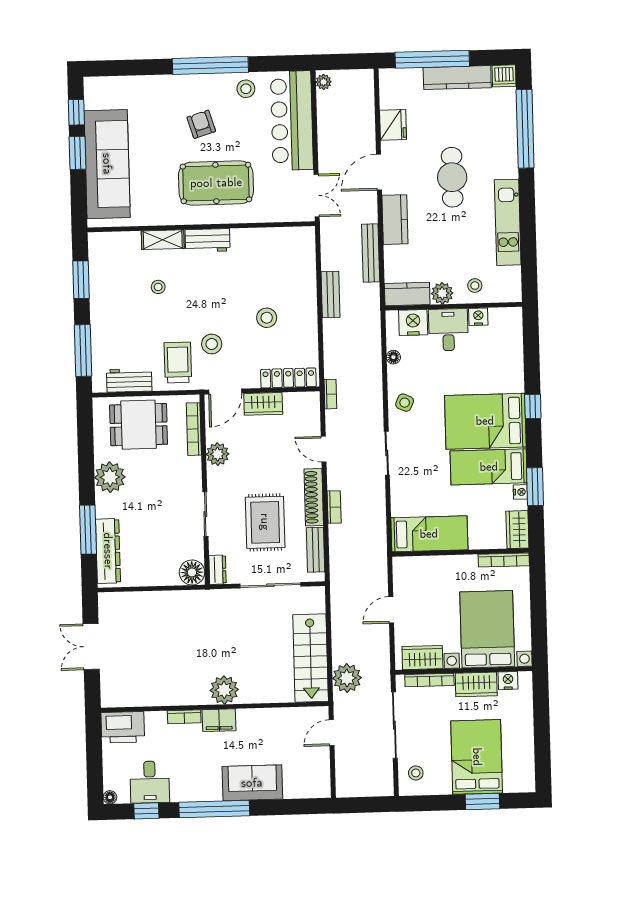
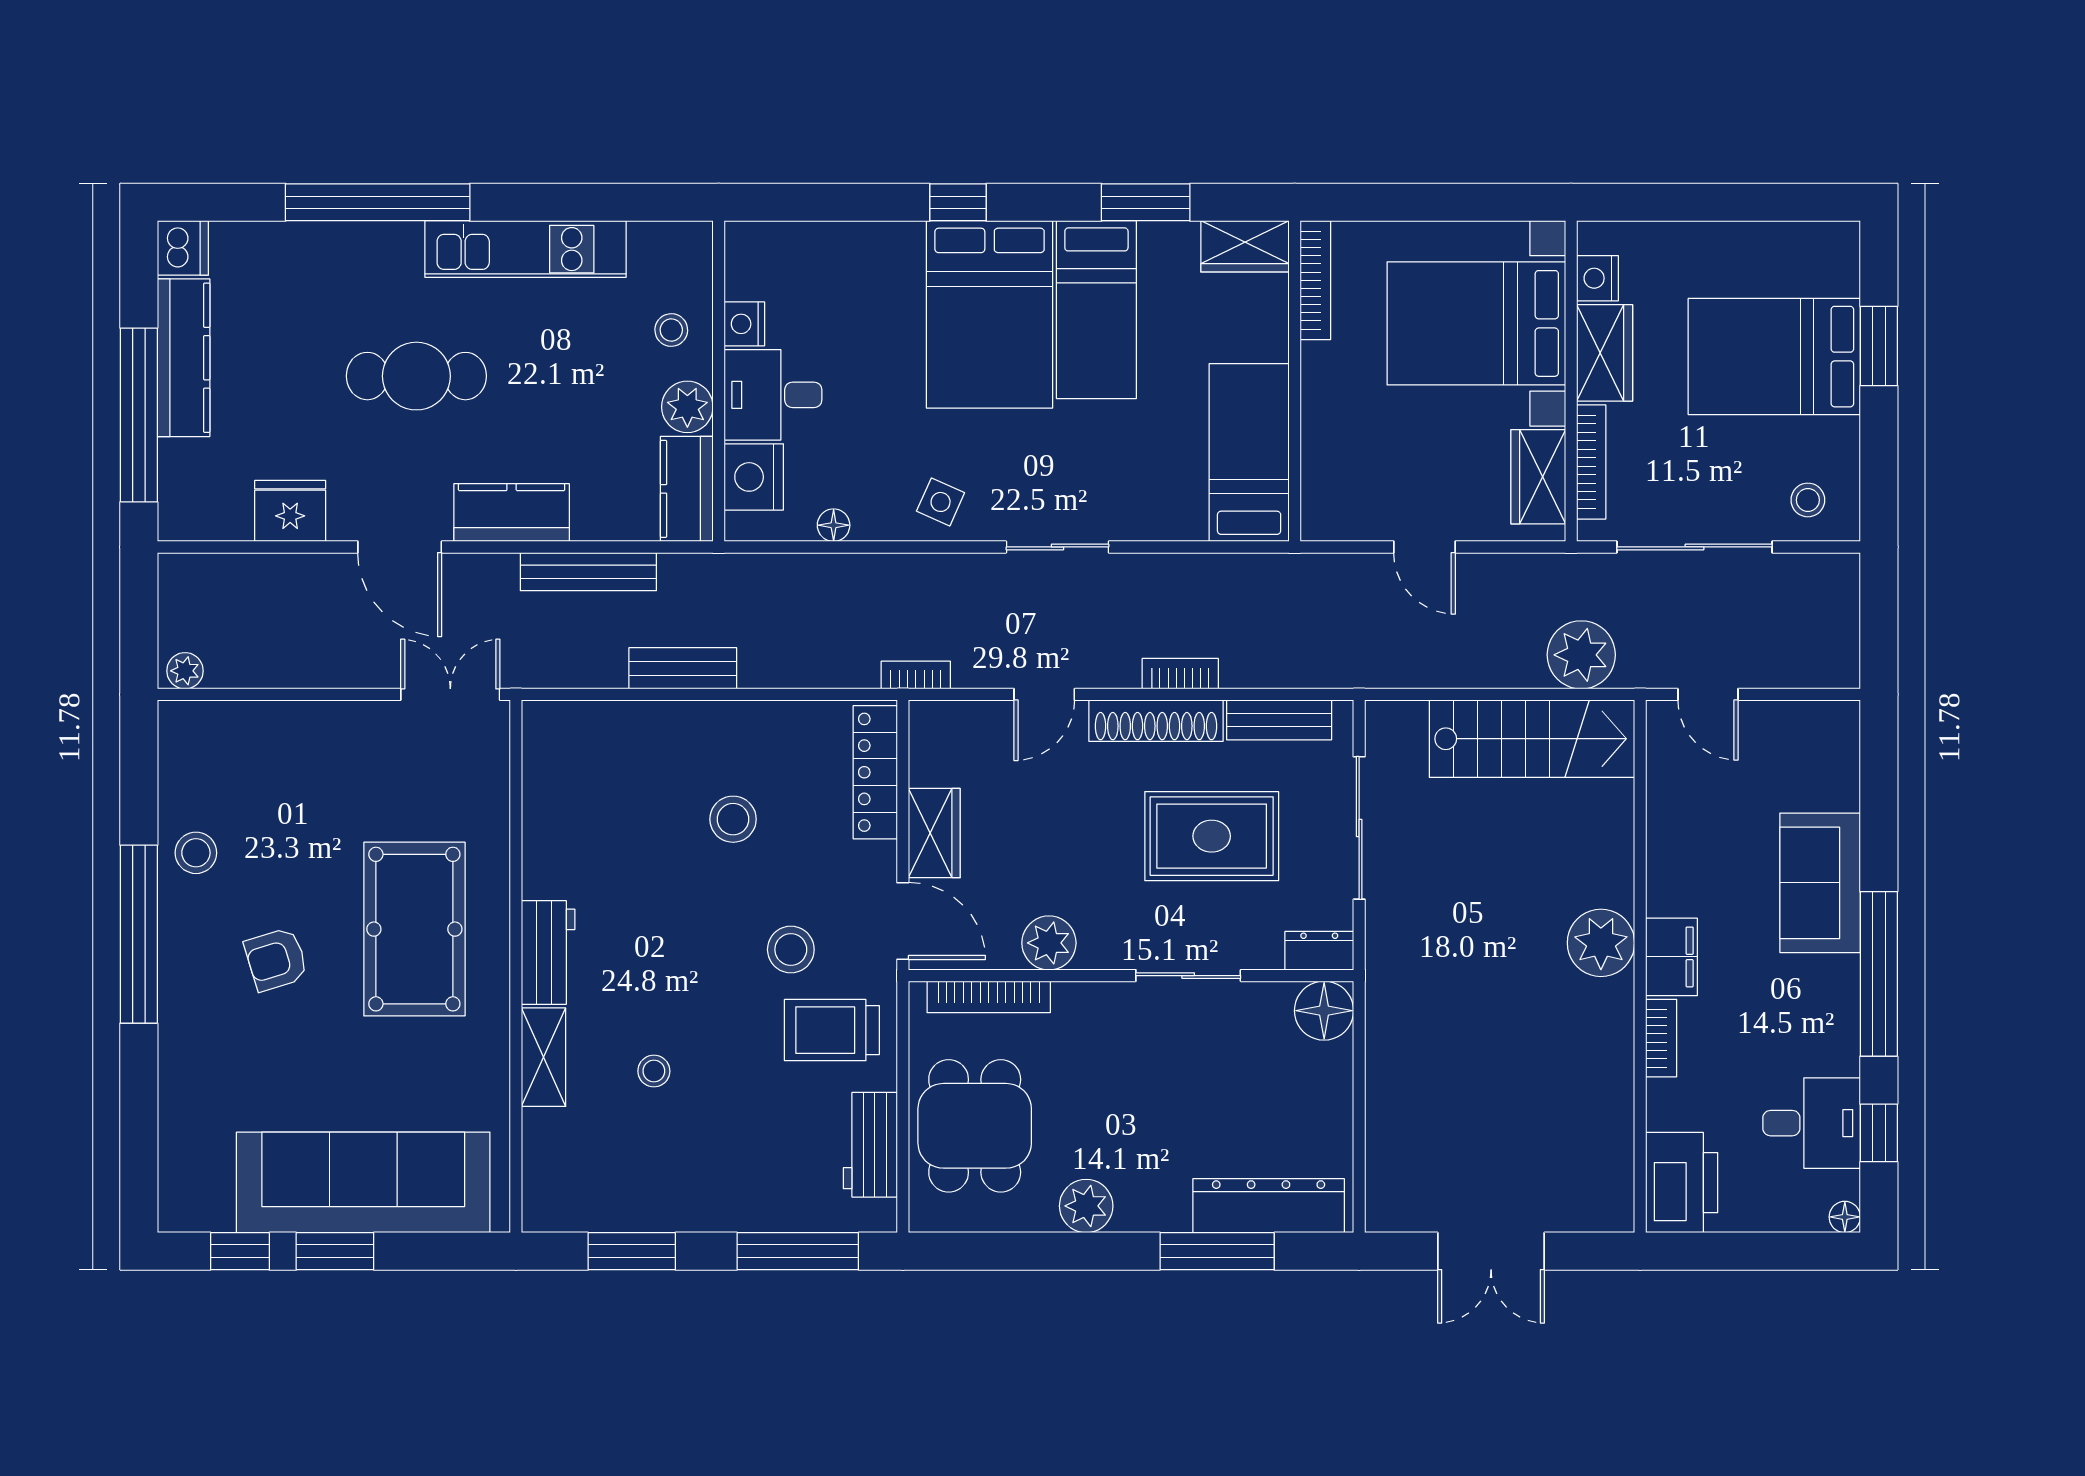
bar counter: (292, 121) -> (273, 747), removed
window: (525, 129) -> (378, 202), moved
plant: (110, 477) -> (1086, 1206), width x0.73, depth x0.73
nightstand: (520, 492) -> (1157, 237), removed

